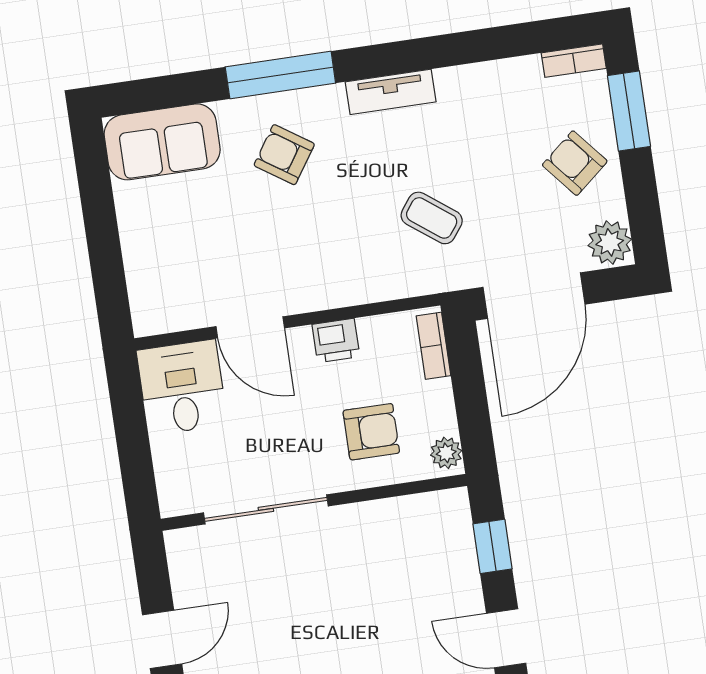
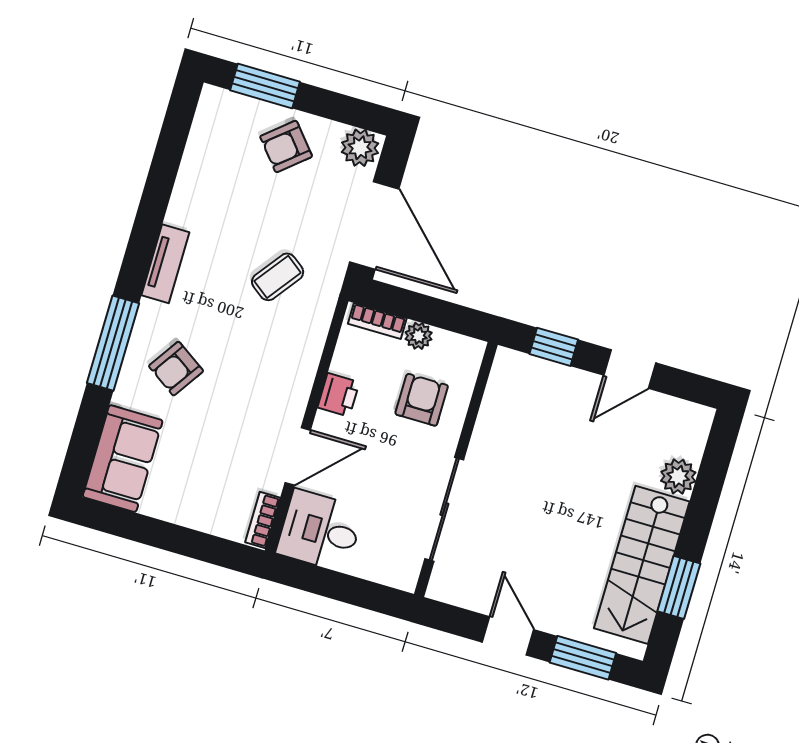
bookcase: (574, 61) -> (263, 520), moved, turned 180
plant: (446, 453) -> (419, 336), moved

